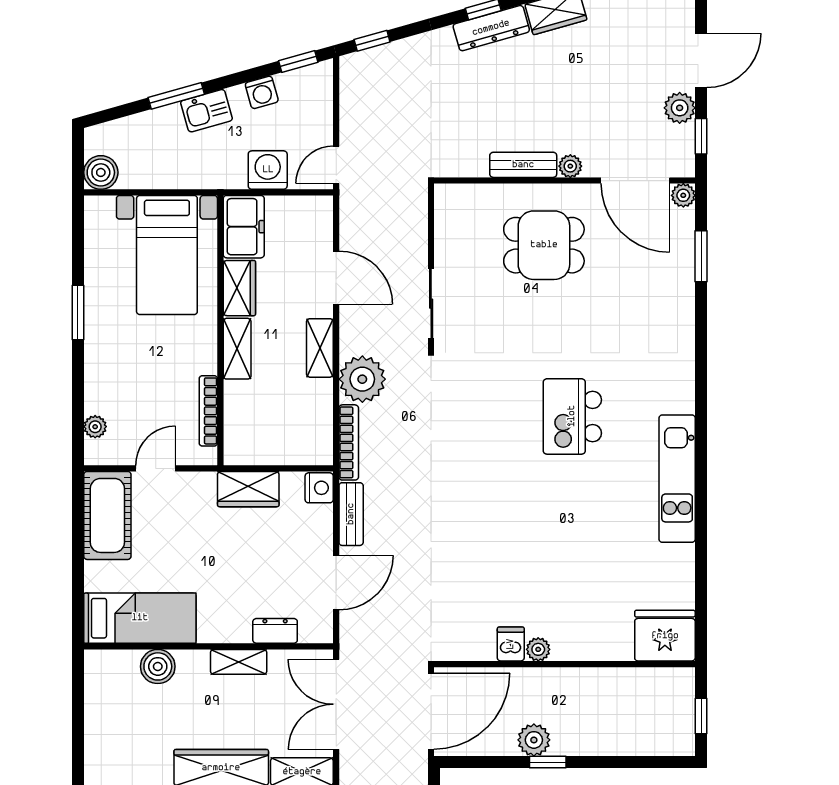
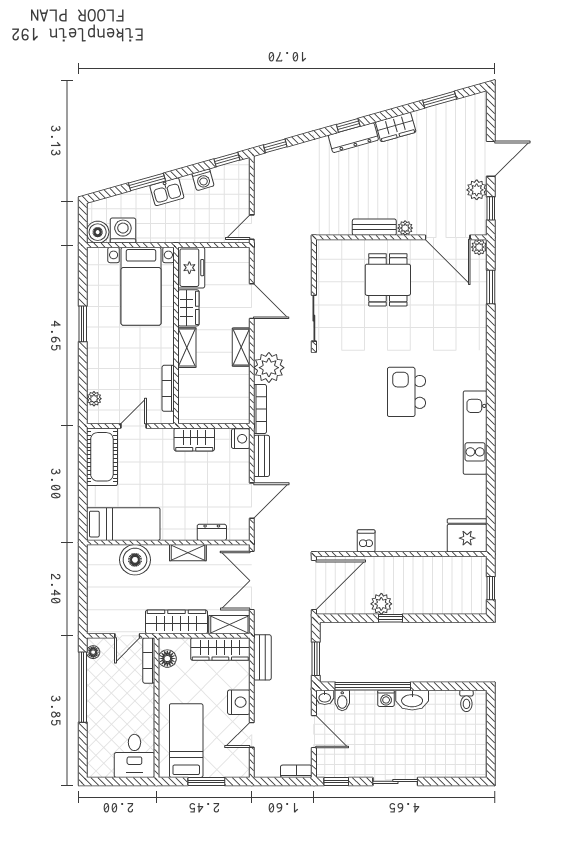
washing machine: (268, 170) -> (123, 231), moved
dining table: (544, 245) -> (388, 280), turned 90
plant: (538, 649) -> (384, 544), removed
boiler: (158, 666) -> (135, 560), width x1.37, depth x1.37

